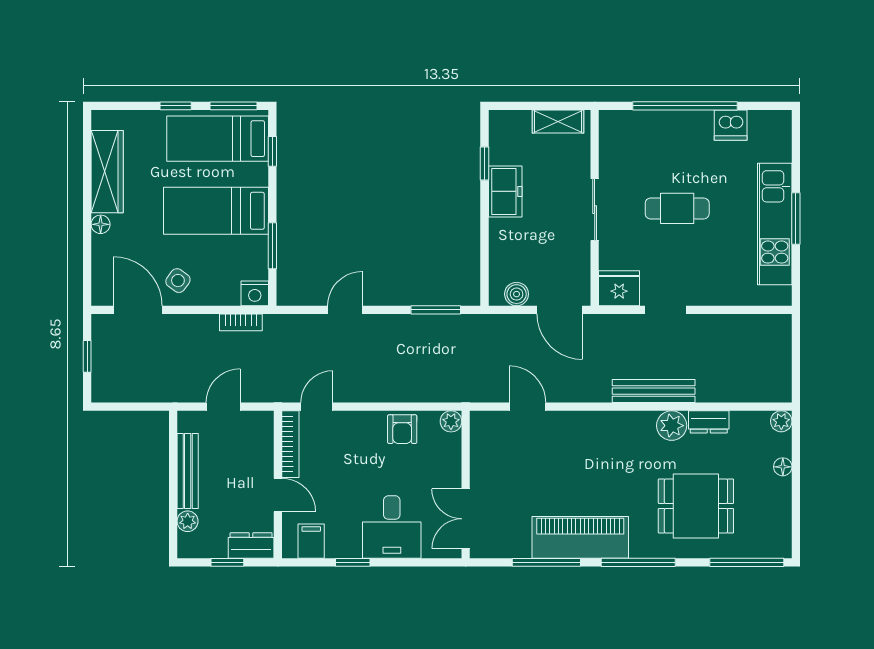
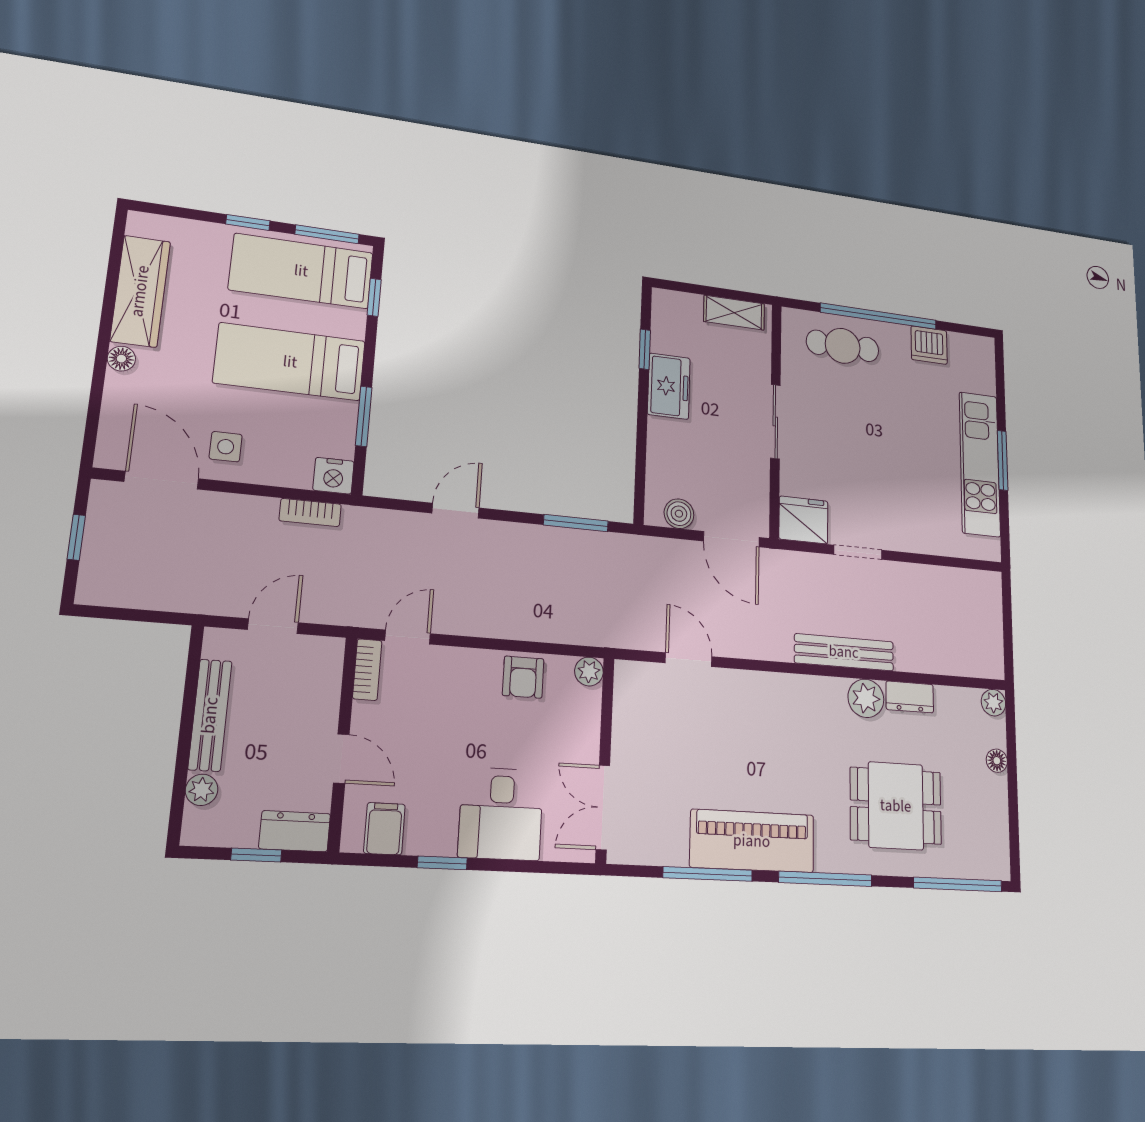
cafe table: (677, 208) -> (843, 346), moved
side table: (178, 281) -> (226, 447), turned -36
bookcase: (290, 444) -> (367, 670), width x0.64

